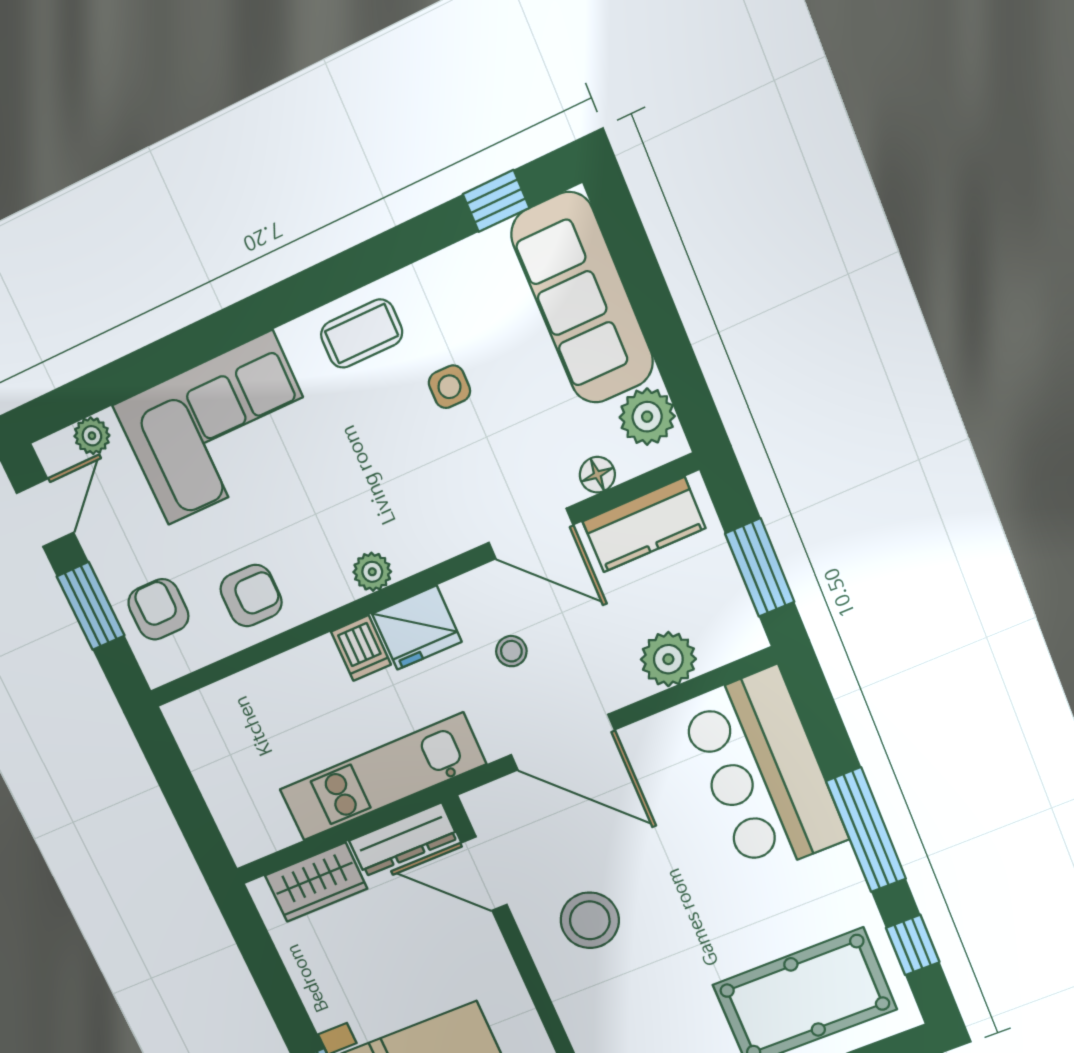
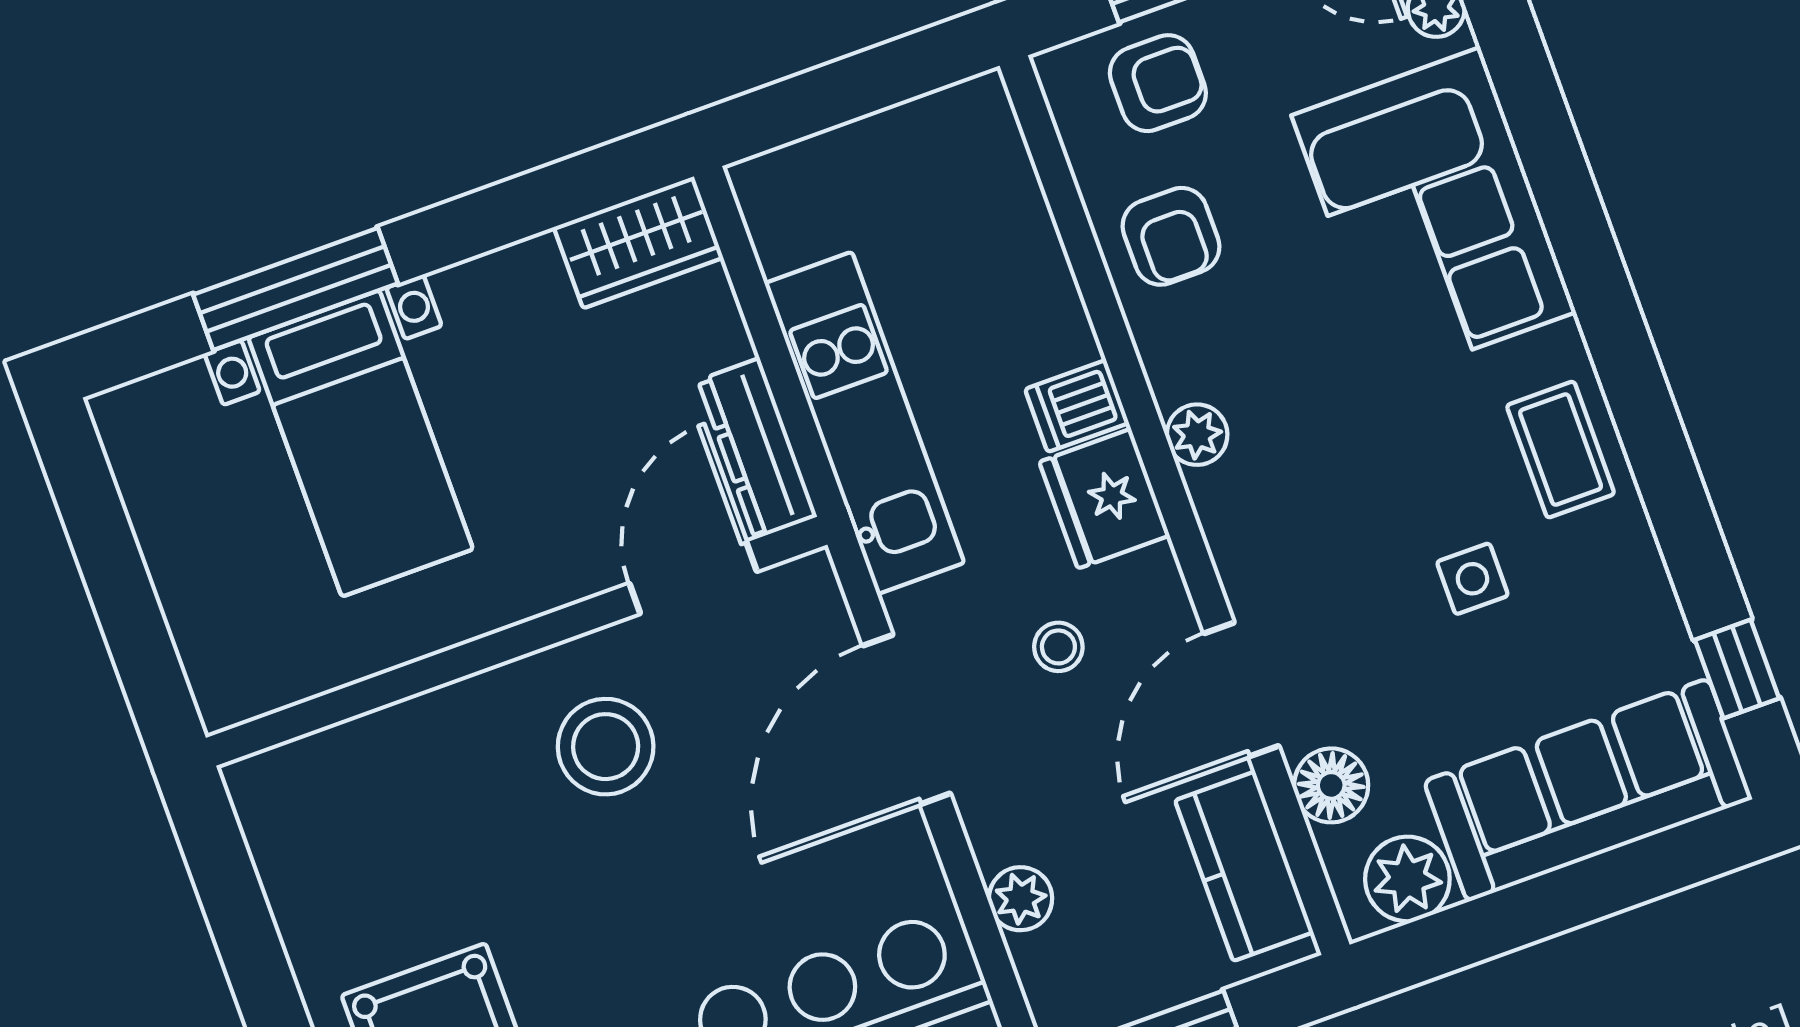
floor lamp: (597, 475) -> (1331, 785), width x1.37, depth x1.37
plant: (668, 659) -> (1021, 899), width x0.73, depth x0.73
wardrobe: (316, 882) -> (638, 242), moved, turned -90

